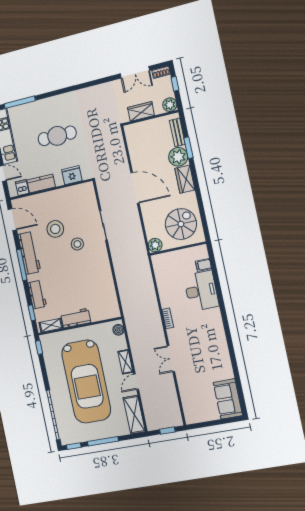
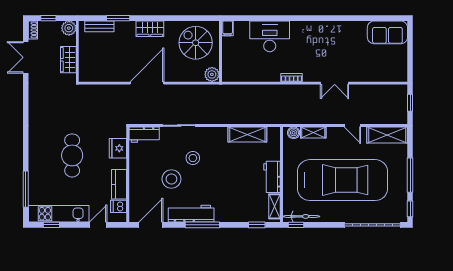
double door: (135, 72) -> (26, 57), swing flipped
plant: (178, 157) -> (125, 31), removed
filing cabinet: (203, 265) -> (228, 28), moved
shelving: (108, 288) -> (247, 135), added
workbench: (37, 294) -> (144, 135), moved, turned 180
bicycle: (47, 351) -> (301, 216), added
shelving: (125, 362) -> (313, 132), moved

